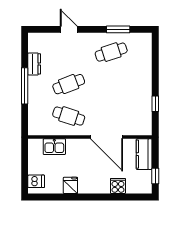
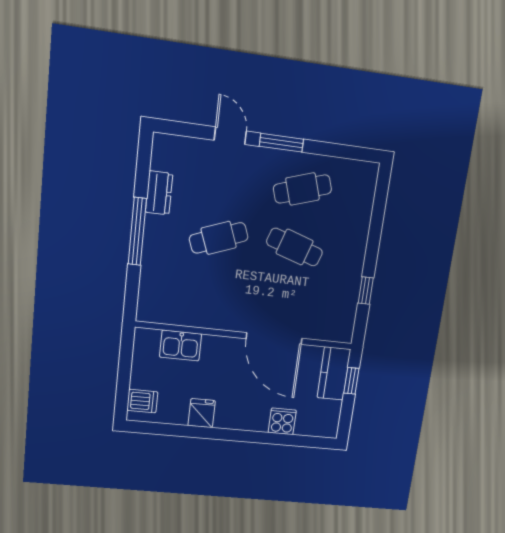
window: (118, 29) -> (281, 143), moved
cafe table: (69, 116) -> (295, 247), moved
window: (155, 176) -> (351, 381), moved

